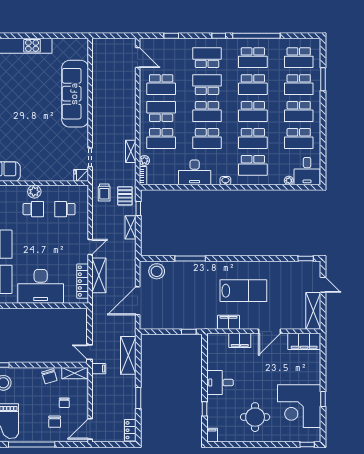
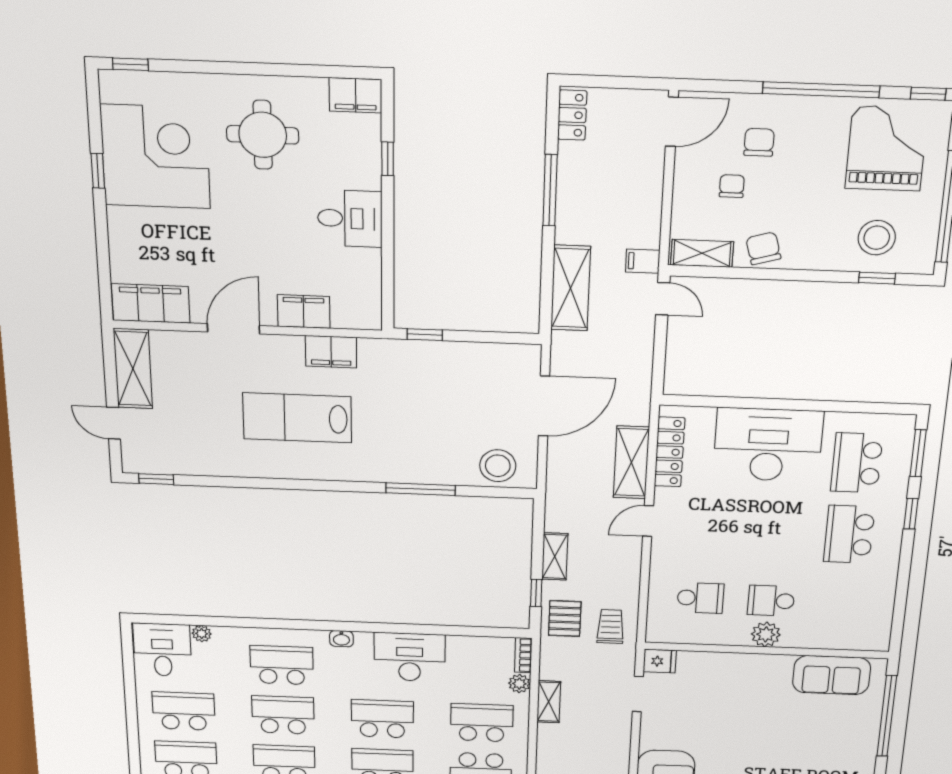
window: (138, 398) -> (550, 190), width x1.44
filing cabinet: (212, 435) -> (356, 95), width x2.00

